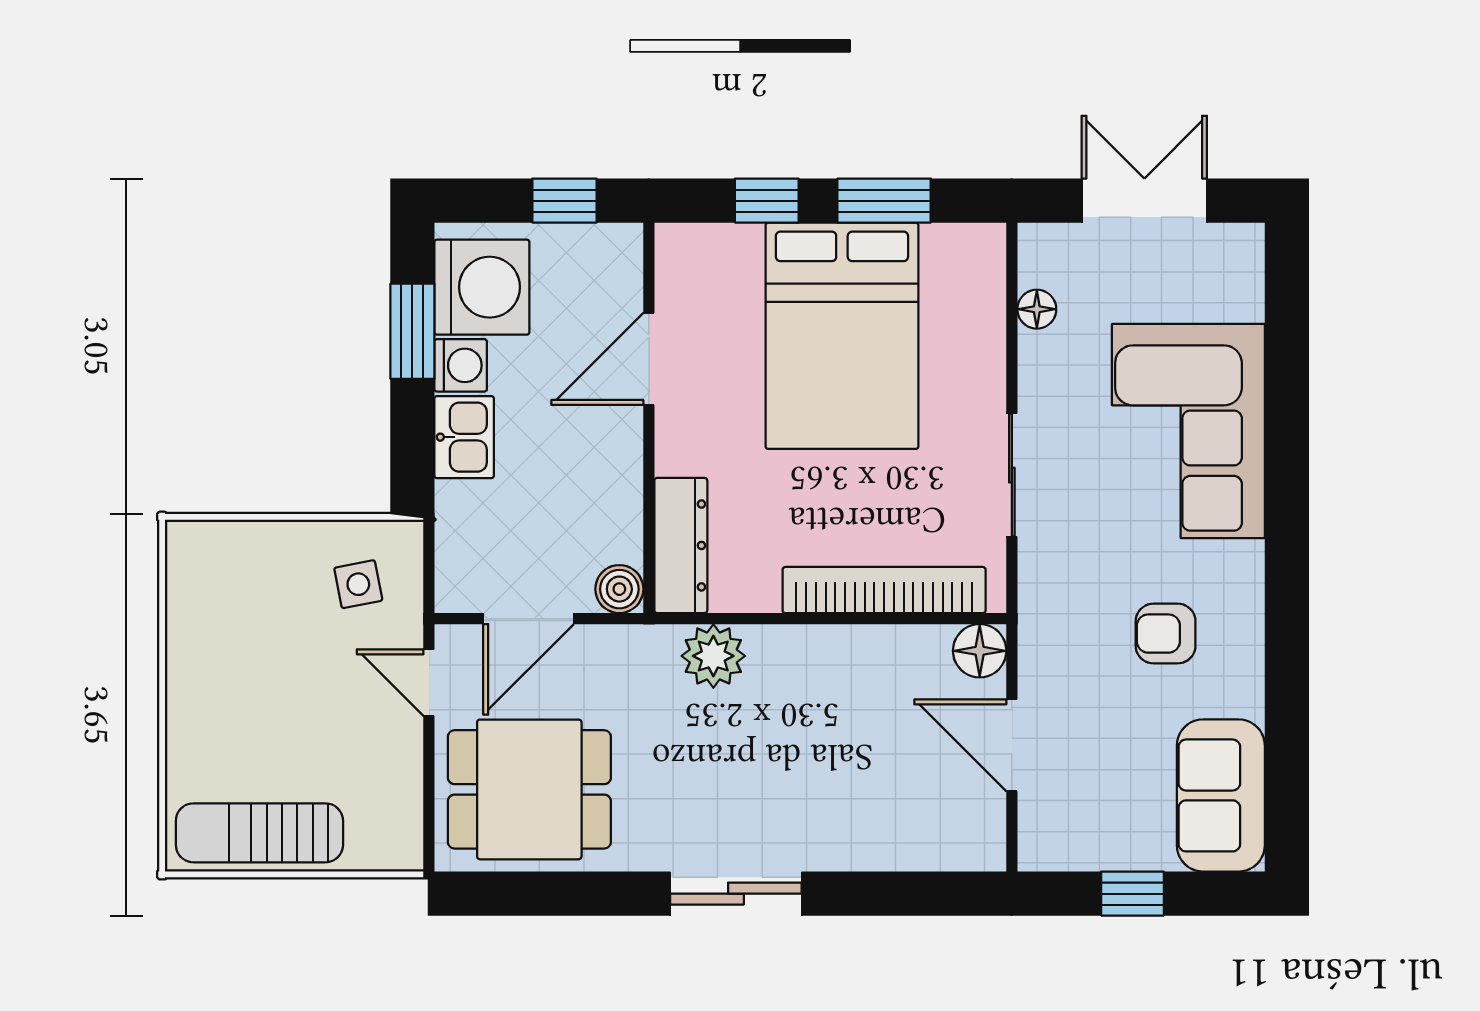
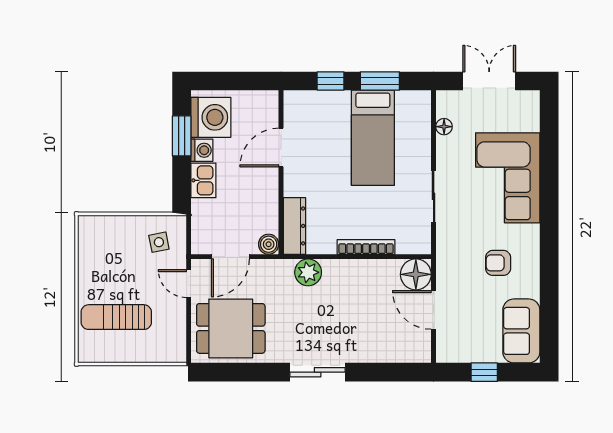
window: (564, 201) -> (246, 81), removed
bed: (842, 336) -> (373, 138), width x0.67
bookcase: (884, 590) -> (366, 247), width x0.68, depth x0.76
floor lamp: (980, 651) -> (416, 274), width x1.38, depth x1.38
sun lounger: (259, 833) -> (116, 317), moved

